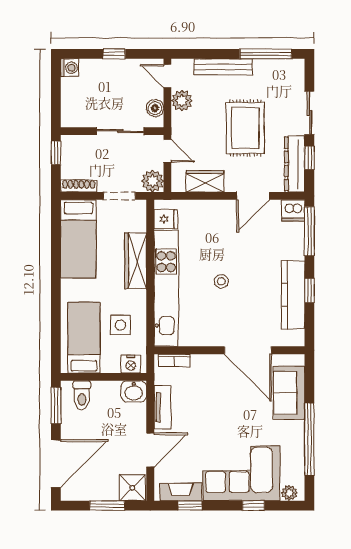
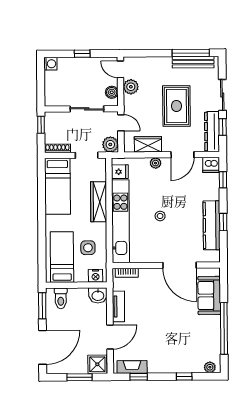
bench: (223, 67) -> (193, 62), moved
plant: (215, 207) -> (156, 163), added
window: (309, 231) -> (223, 180), width x0.46
corner sofa: (242, 473) -> (176, 353), removed

